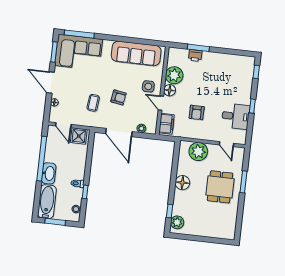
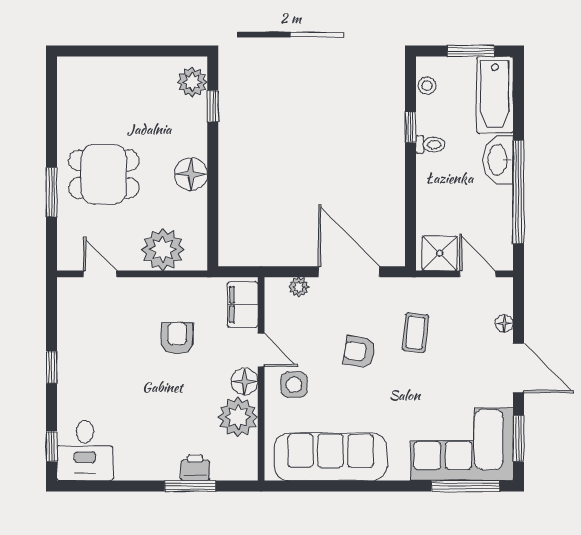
desk: (236, 116) -> (85, 450), moved, turned -90
dining table: (220, 187) -> (104, 174), turned 90

